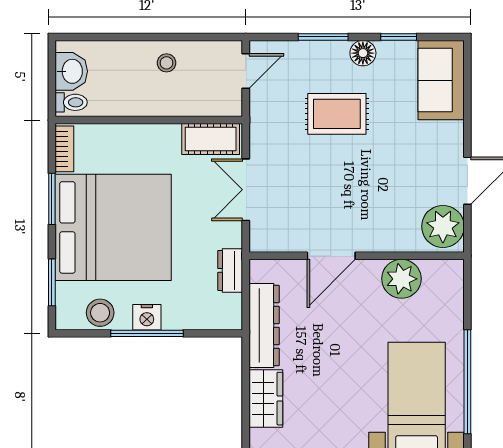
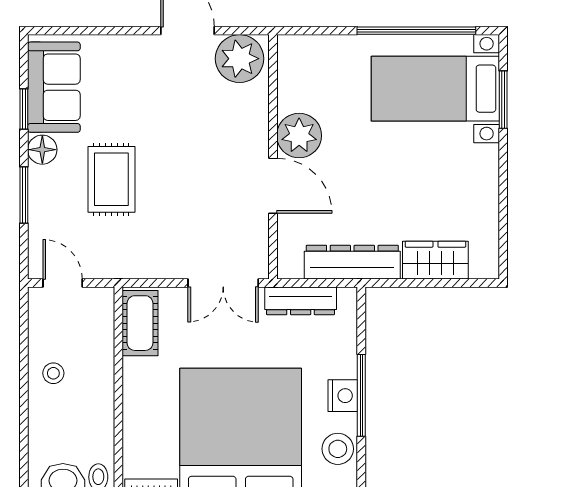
sofa: (441, 80) -> (54, 87), moved, turned -90
double door: (246, 190) -> (223, 283), moved
dresser: (230, 270) -> (301, 301), width x1.44
plant: (401, 279) -> (299, 136), moved

